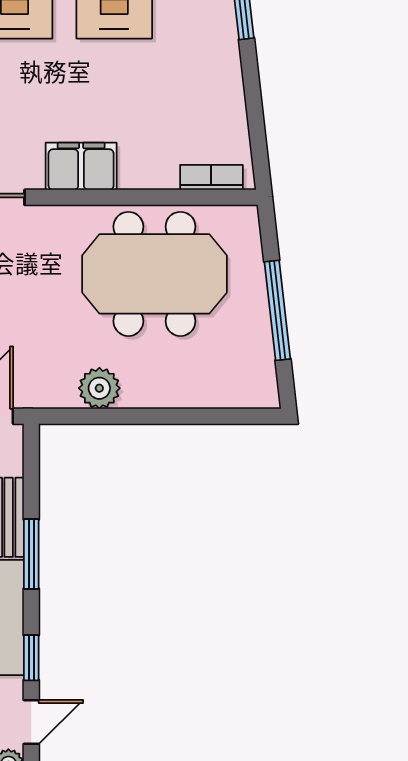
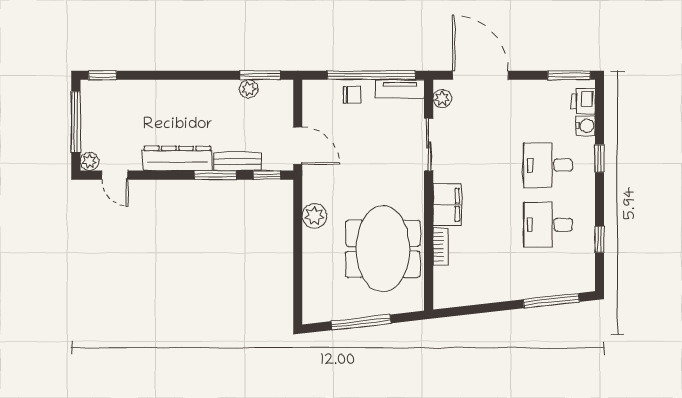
bookcase: (211, 177) -> (441, 247), moved
window: (31, 658) -> (267, 175), moved

